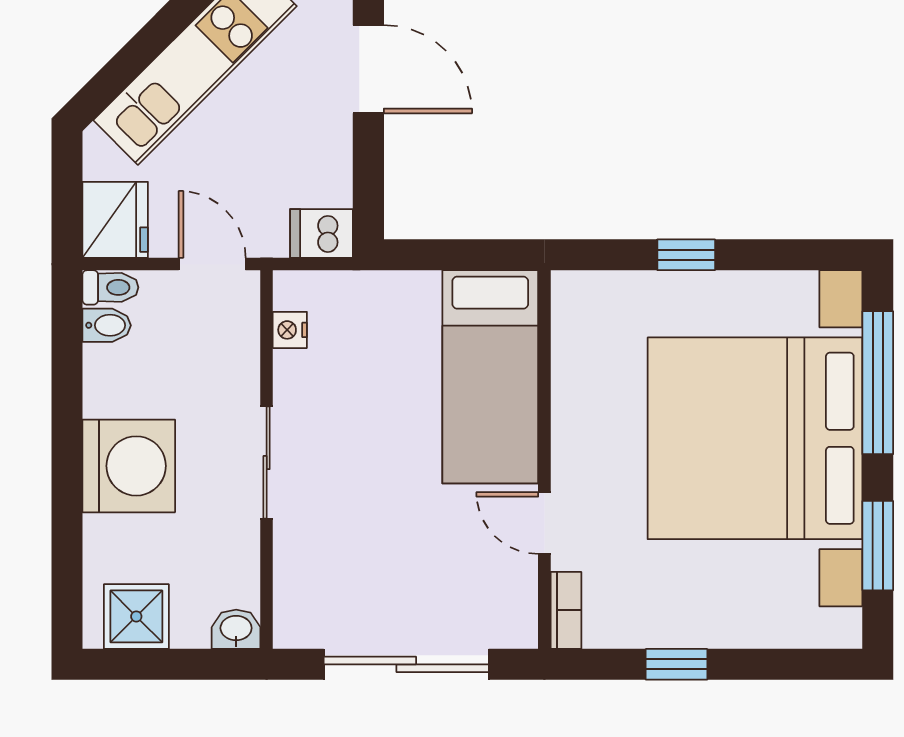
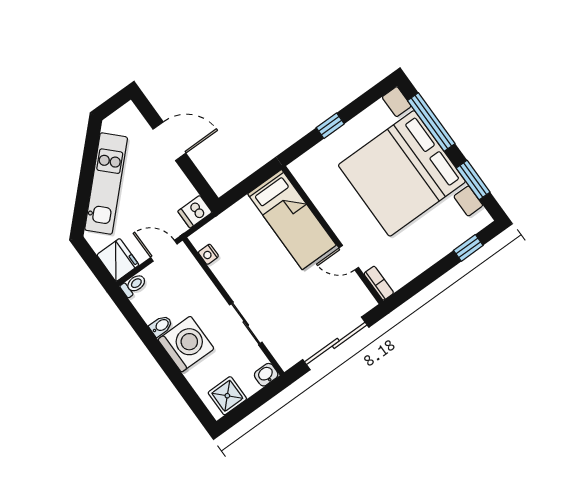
bidet: (107, 325) -> (161, 326), moved
sliding door: (267, 463) -> (246, 324), moved
window: (677, 664) -> (468, 248), moved

